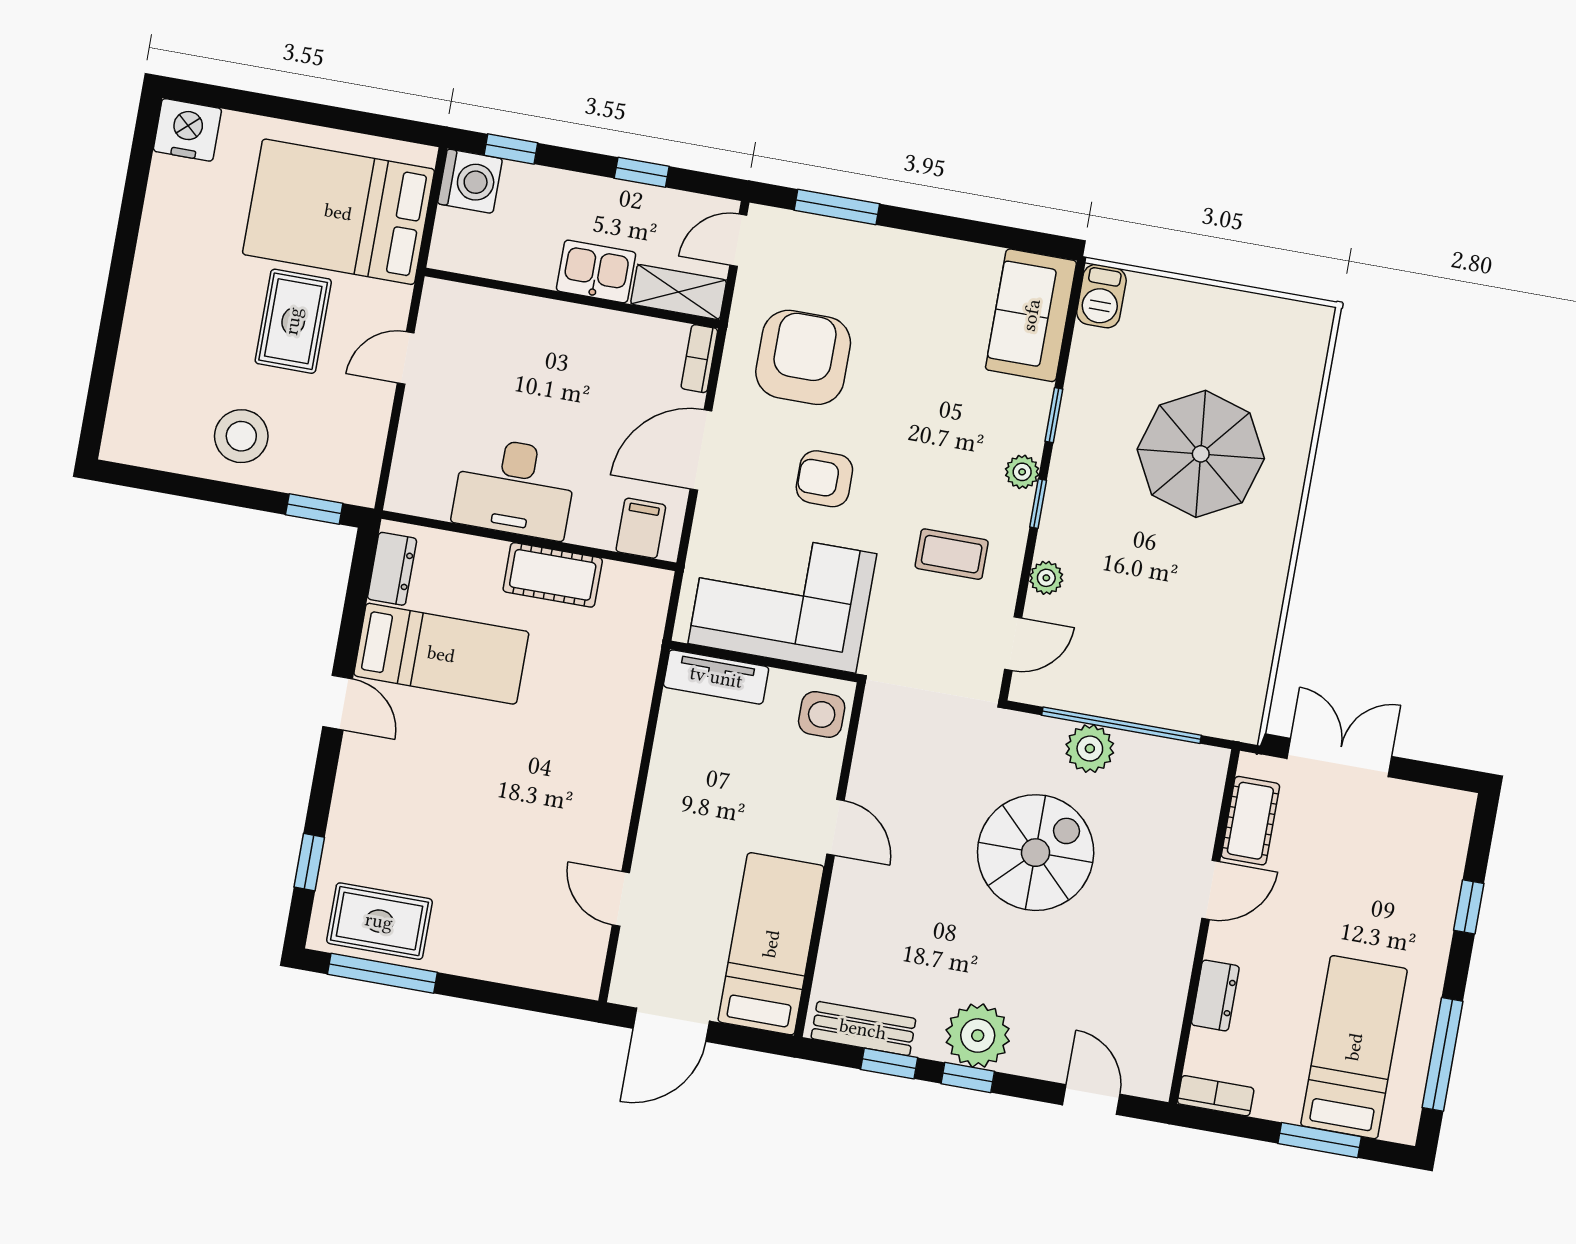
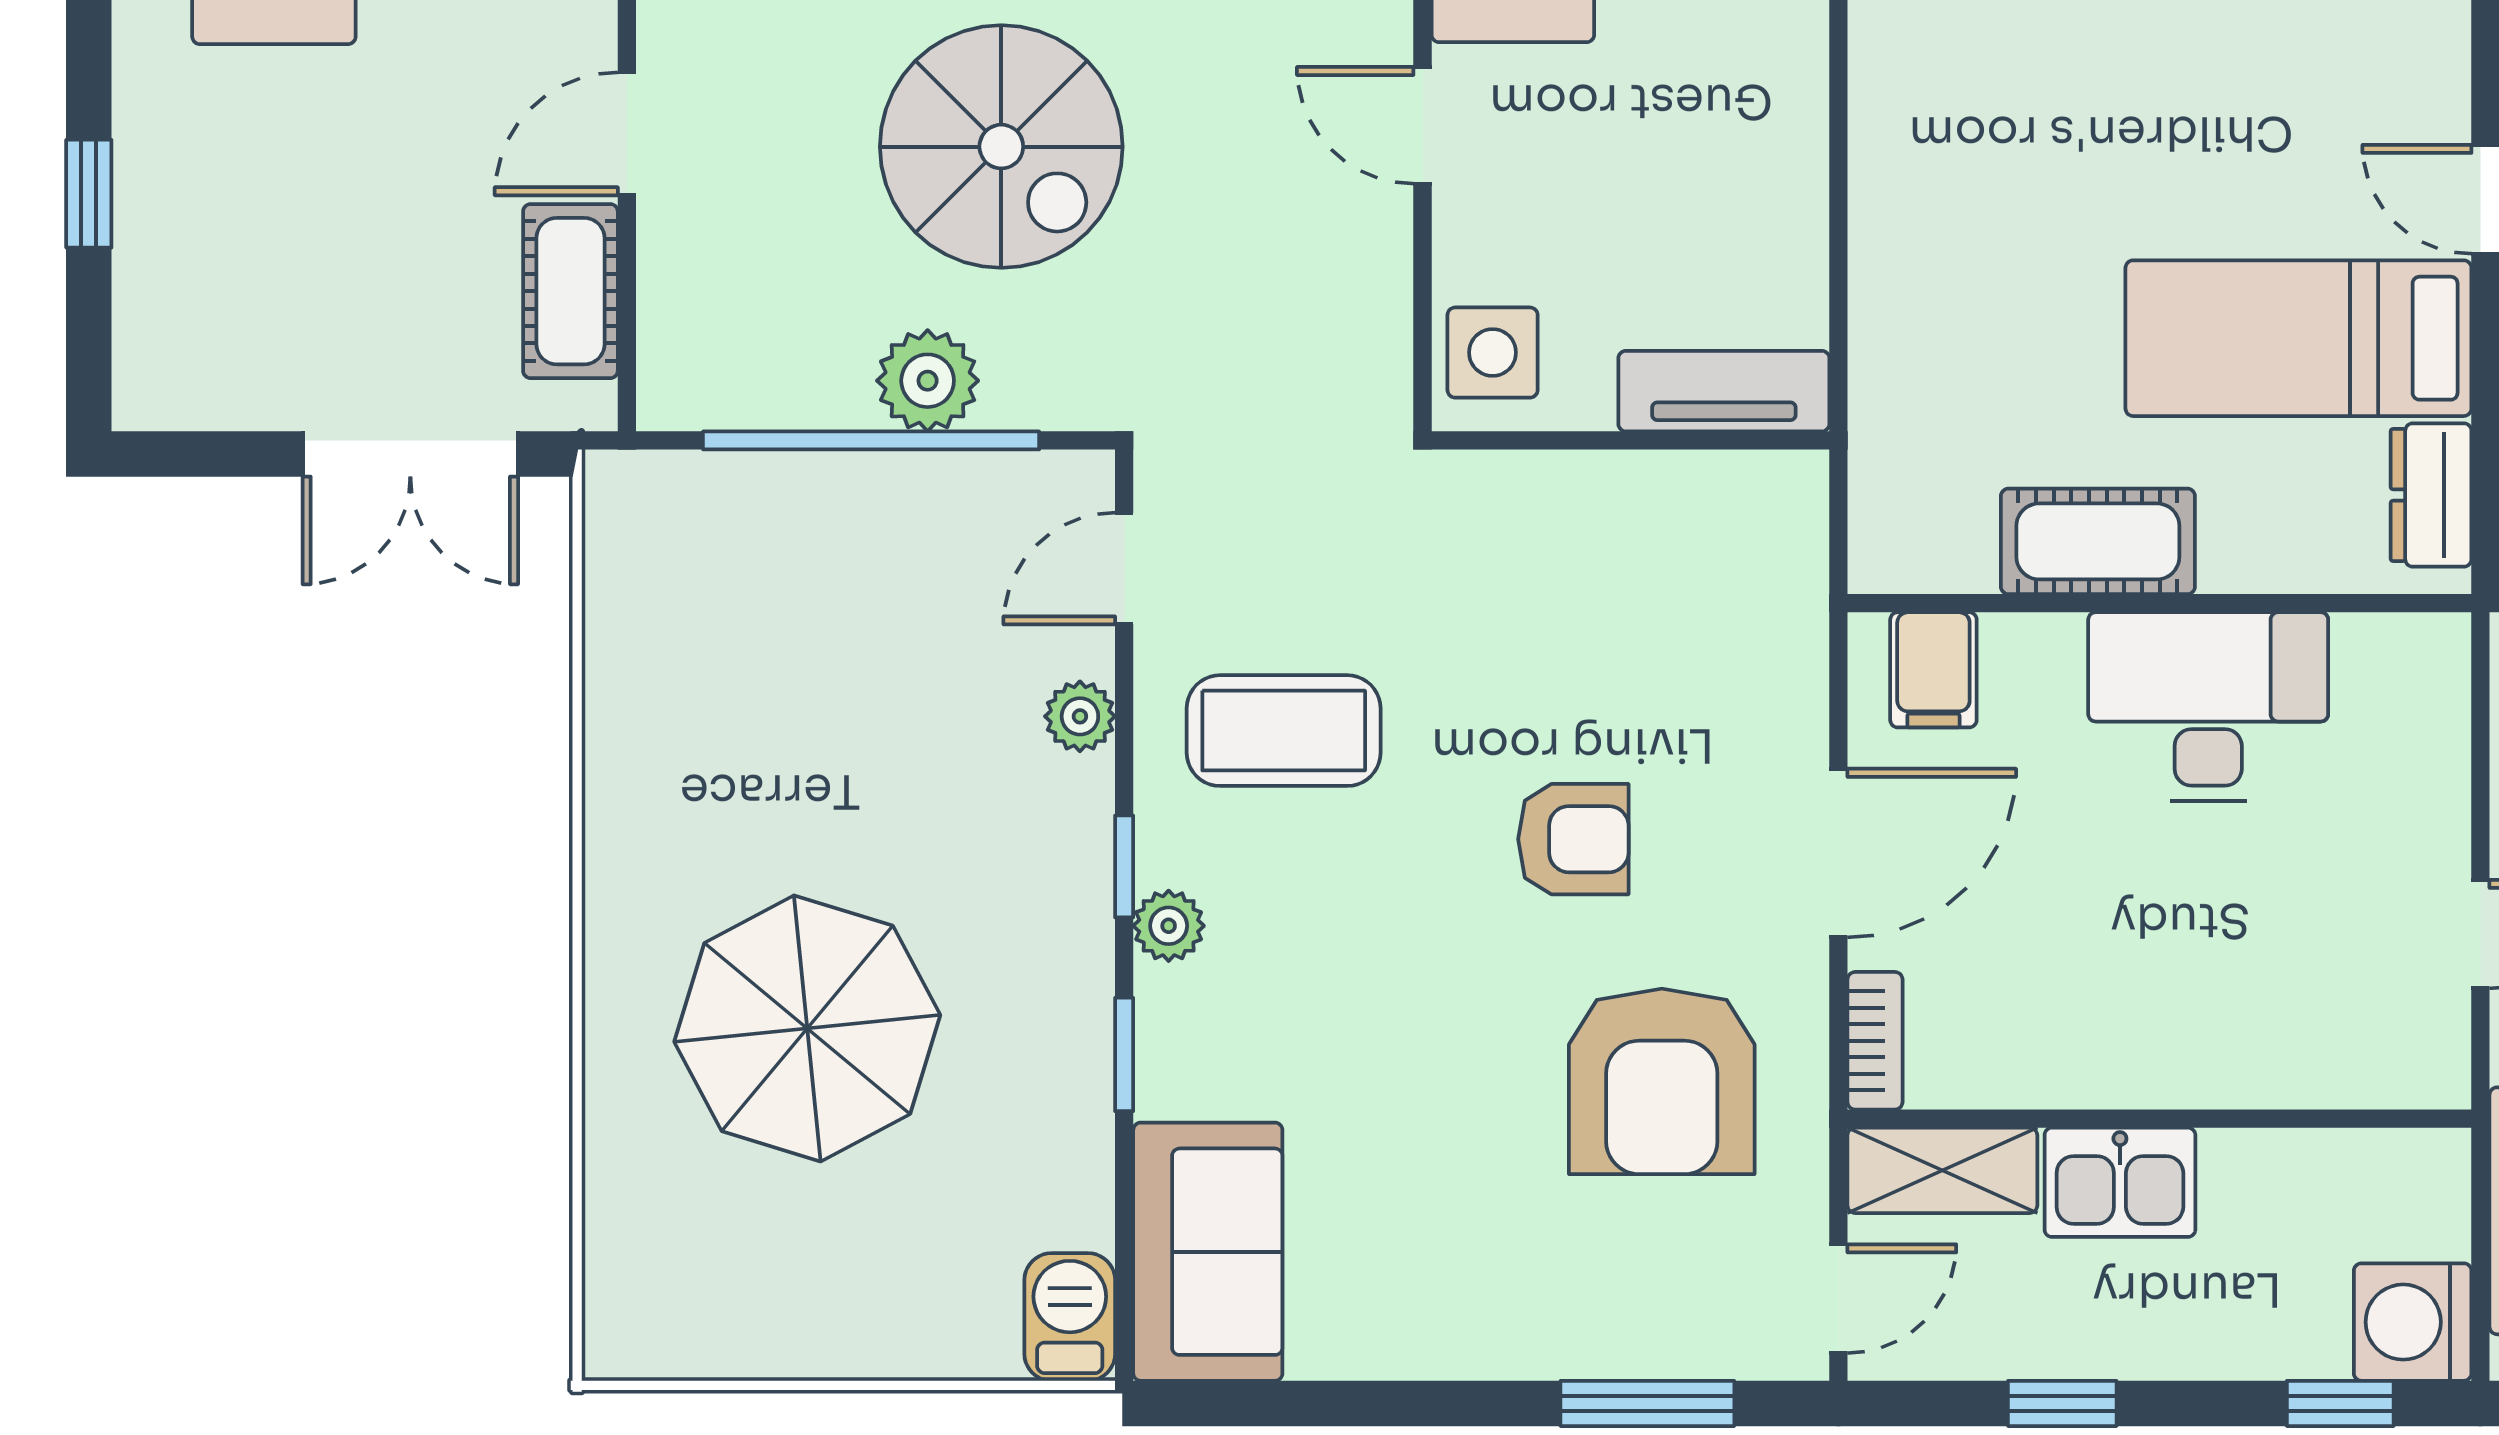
coffee table: (952, 554) -> (1284, 731), width x1.36, depth x1.30
corner sofa: (782, 599) -> (1616, 577), removed
spiral stairs: (1036, 853) -> (1001, 147), turned -90

